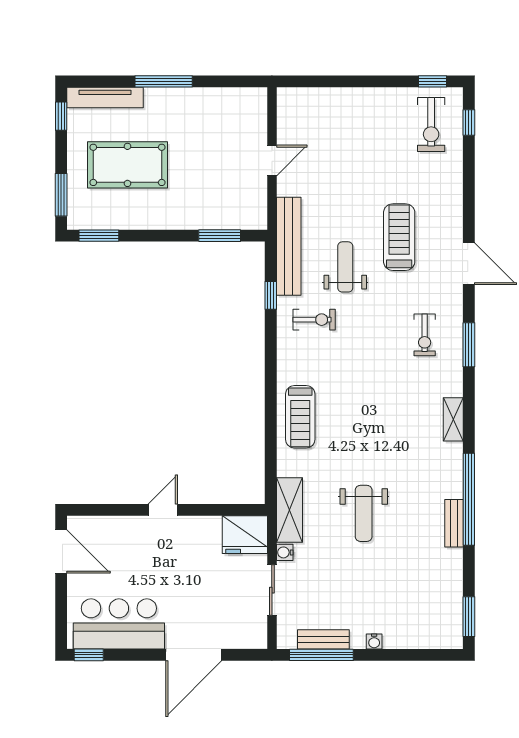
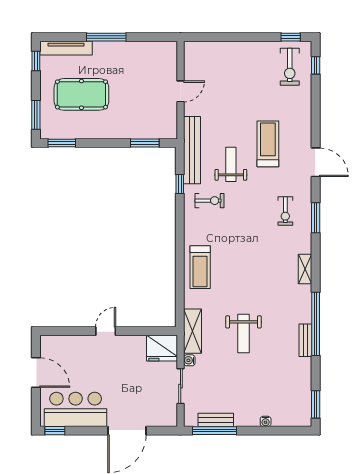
door: (61, 552) -> (36, 372), moved
water cooler: (374, 642) -> (266, 421), moved

